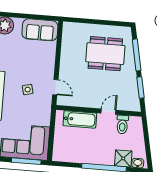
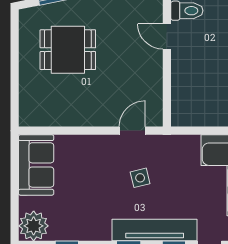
dining table: (105, 54) -> (68, 50), width x0.73
bathtub: (80, 119) -> (184, 84), removed

